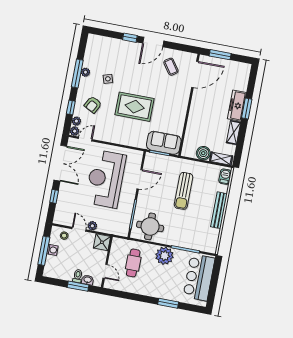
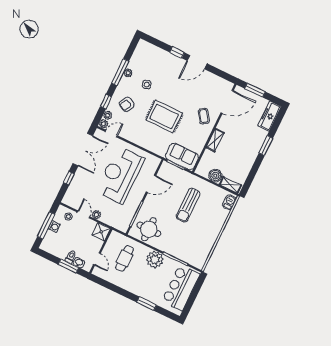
coffee table: (171, 67) -> (204, 116), moved
freezer: (237, 106) -> (269, 116), moved
shelving: (234, 133) -> (215, 140), moved
bench: (219, 210) -> (216, 231), removed

